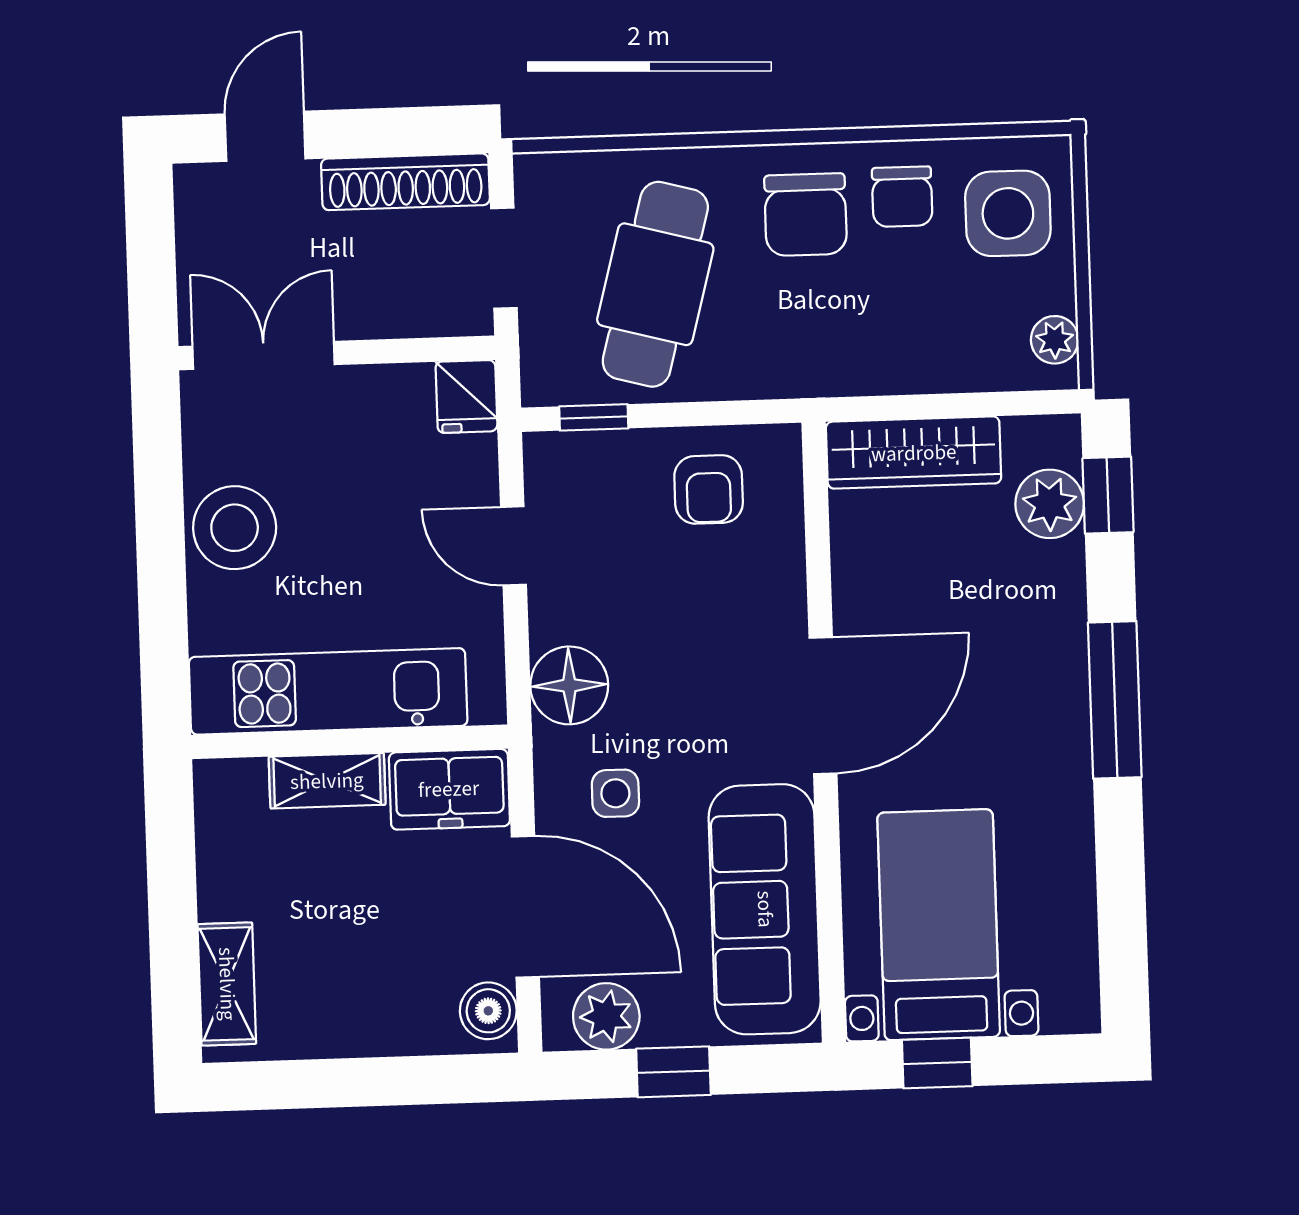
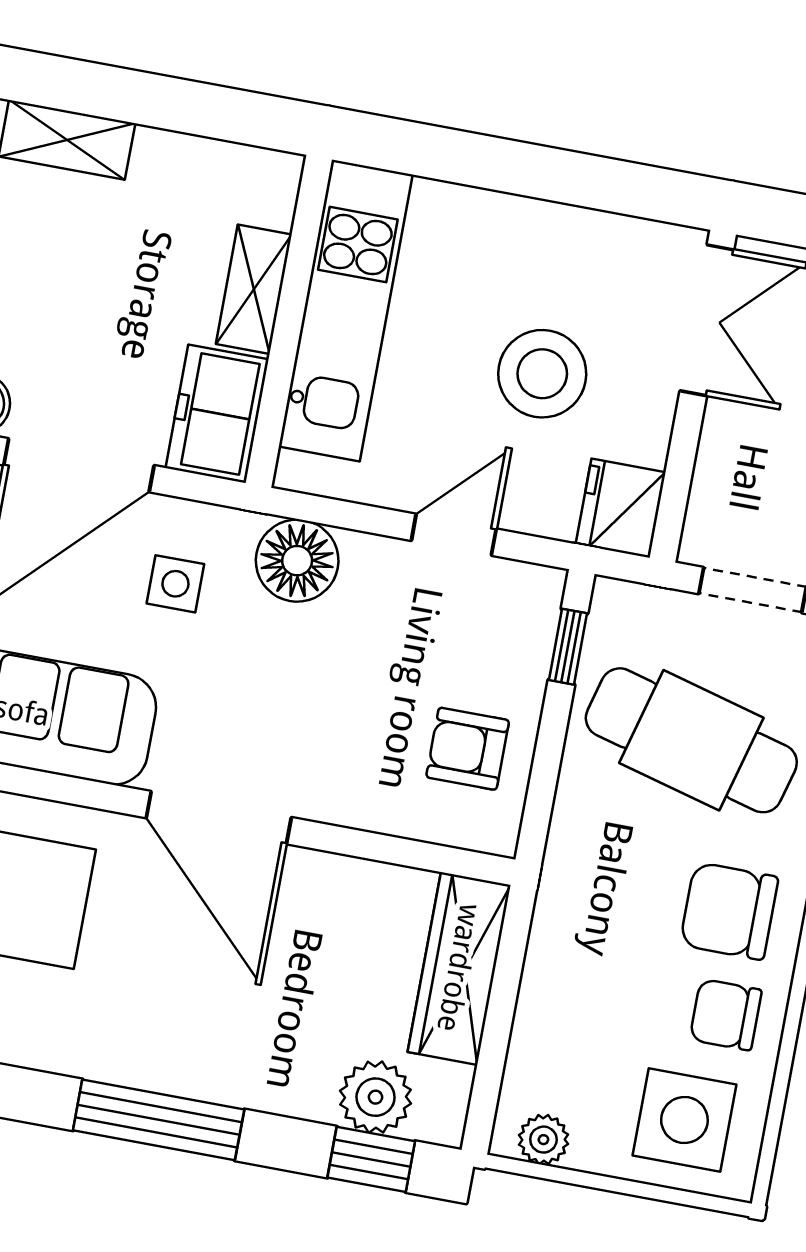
fridge: (466, 396) -> (621, 508), width x1.38
stool: (235, 528) -> (542, 374), moved

